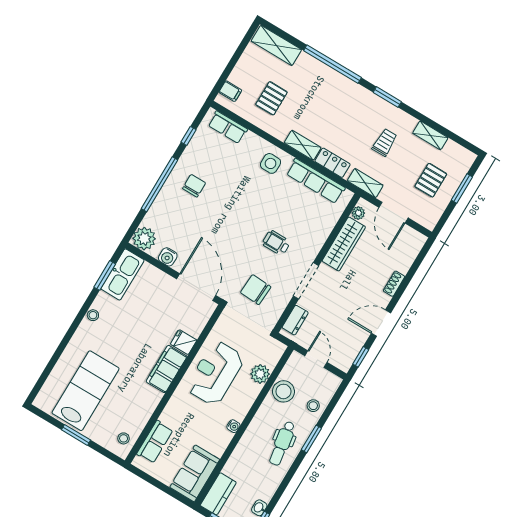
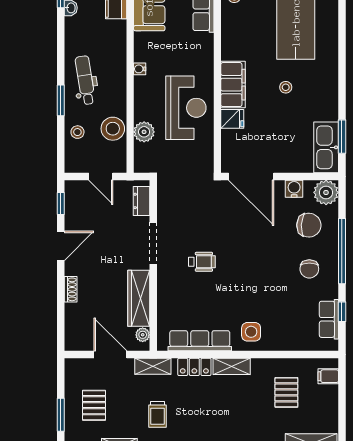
row of seats: (228, 127) -> (329, 319), moved, turned -90
chair: (256, 290) -> (309, 225), moved
stool: (93, 315) -> (286, 87), moved

